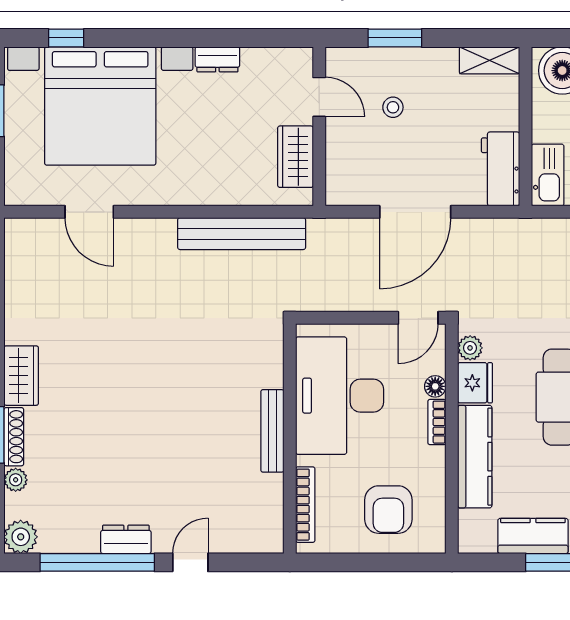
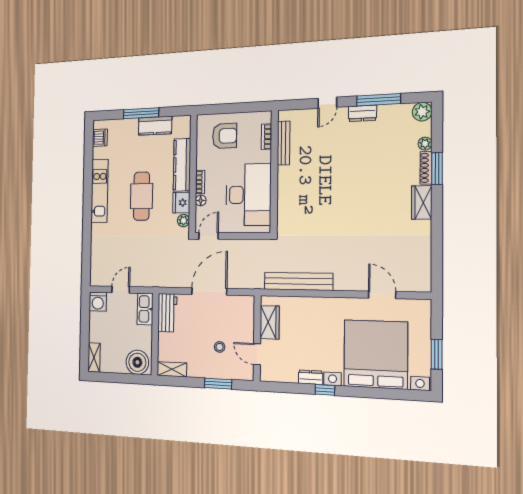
window: (66, 38) -> (325, 390), moved
bench: (272, 431) -> (284, 143), moved
bookcase: (305, 505) -> (267, 137), width x0.64
armchair: (388, 510) -> (225, 136), turned 90
window: (97, 562) -> (378, 100), width x0.68

